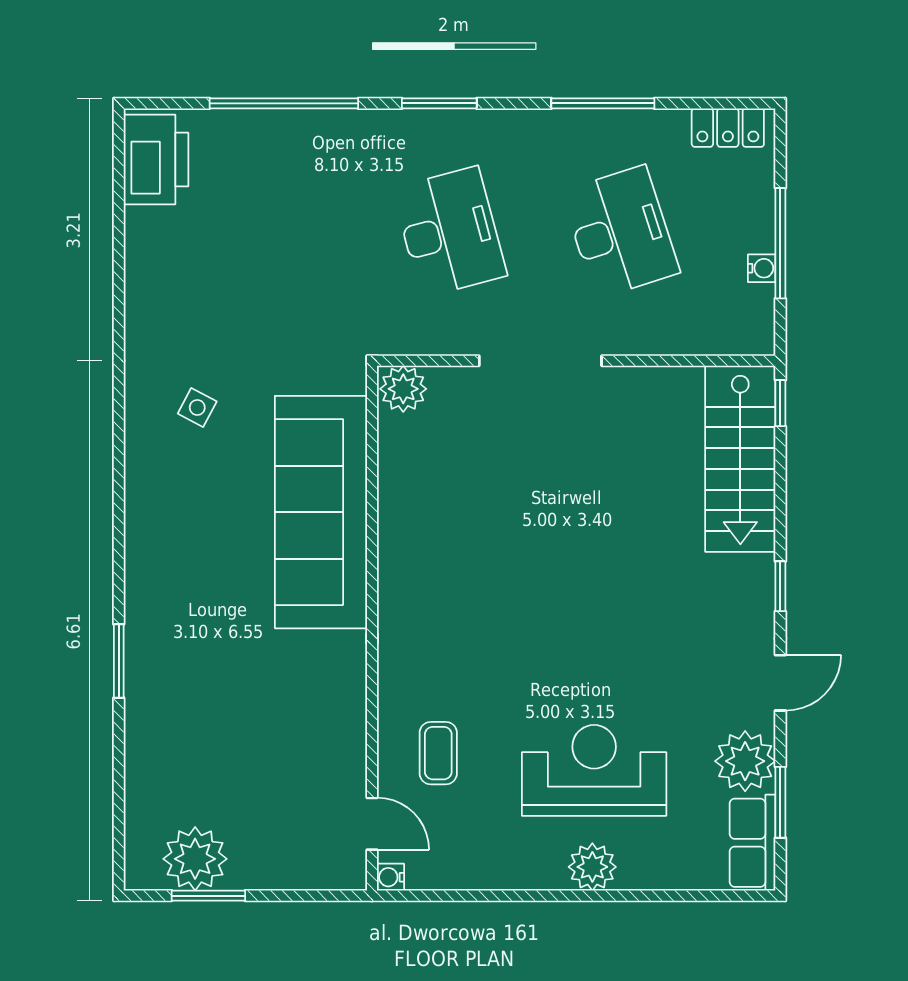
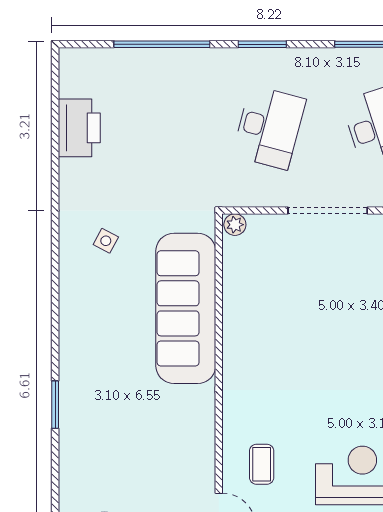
printer: (156, 160) -> (79, 128), moved
desk: (450, 232) -> (269, 127), turned 30
plant: (403, 389) -> (235, 225), width x0.73, depth x0.73

